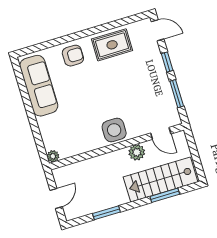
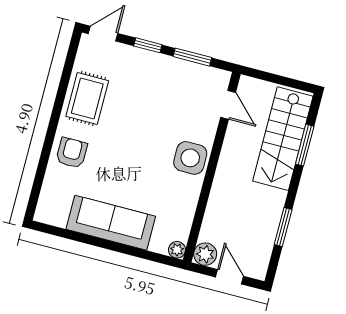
sofa: (39, 86) -> (111, 223), moved
door: (161, 133) -> (228, 105), hinge flipped
plant: (137, 152) -> (205, 254), moved

